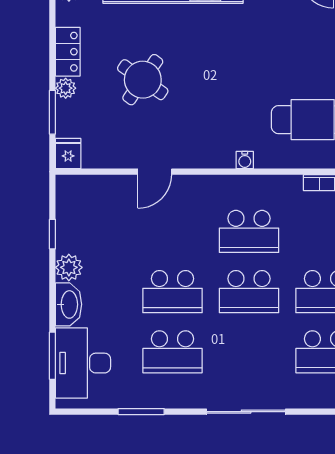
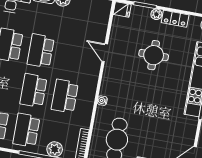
round table: (143, 80) -> (154, 55), turned -35

